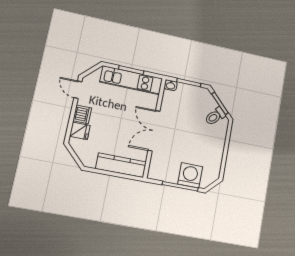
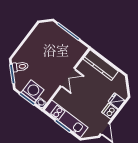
double door: (154, 131) -> (68, 77), width x0.73
washing machine: (190, 175) -> (33, 91), moved, turned 180

